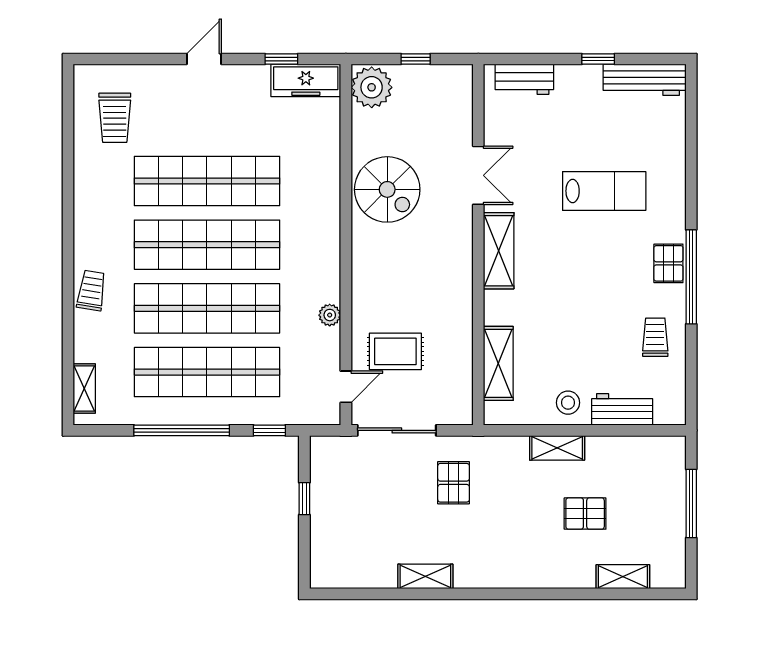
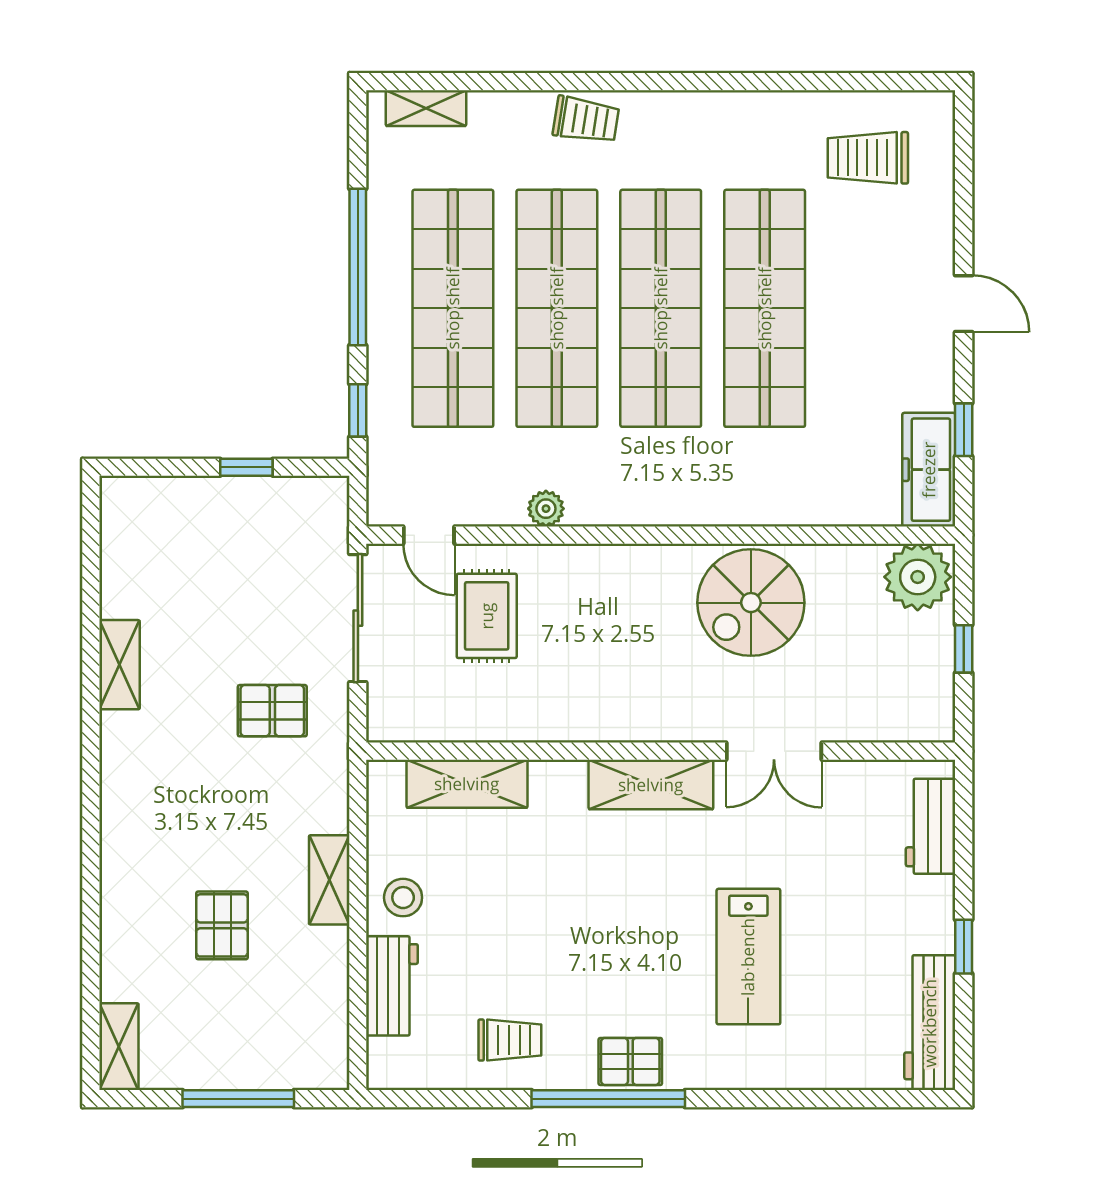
shelving: (623, 577) -> (119, 1047), moved

